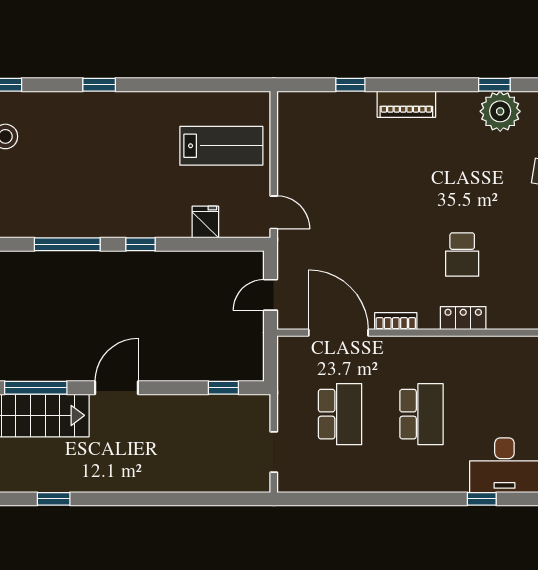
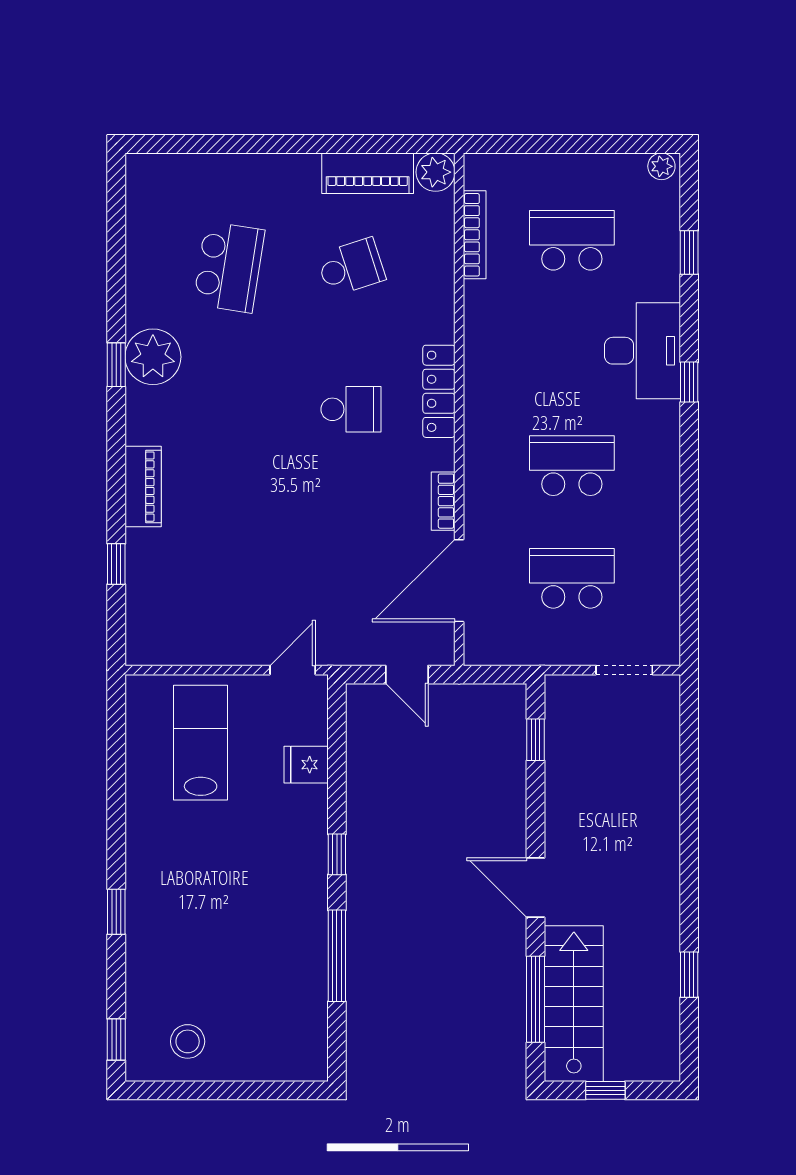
locker: (463, 318) -> (439, 391), width x1.53

